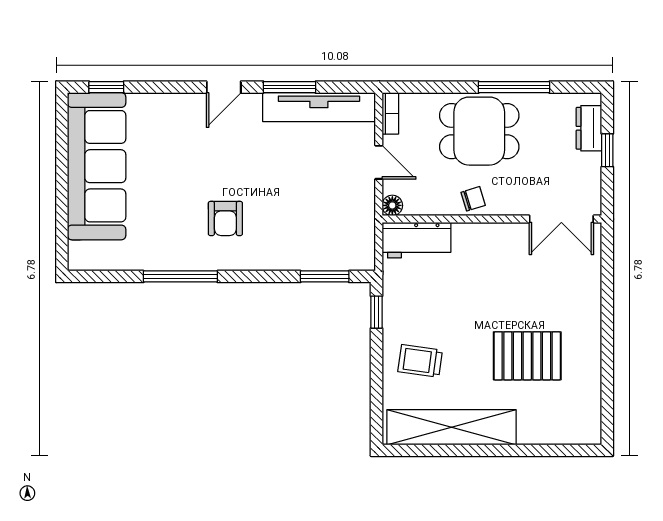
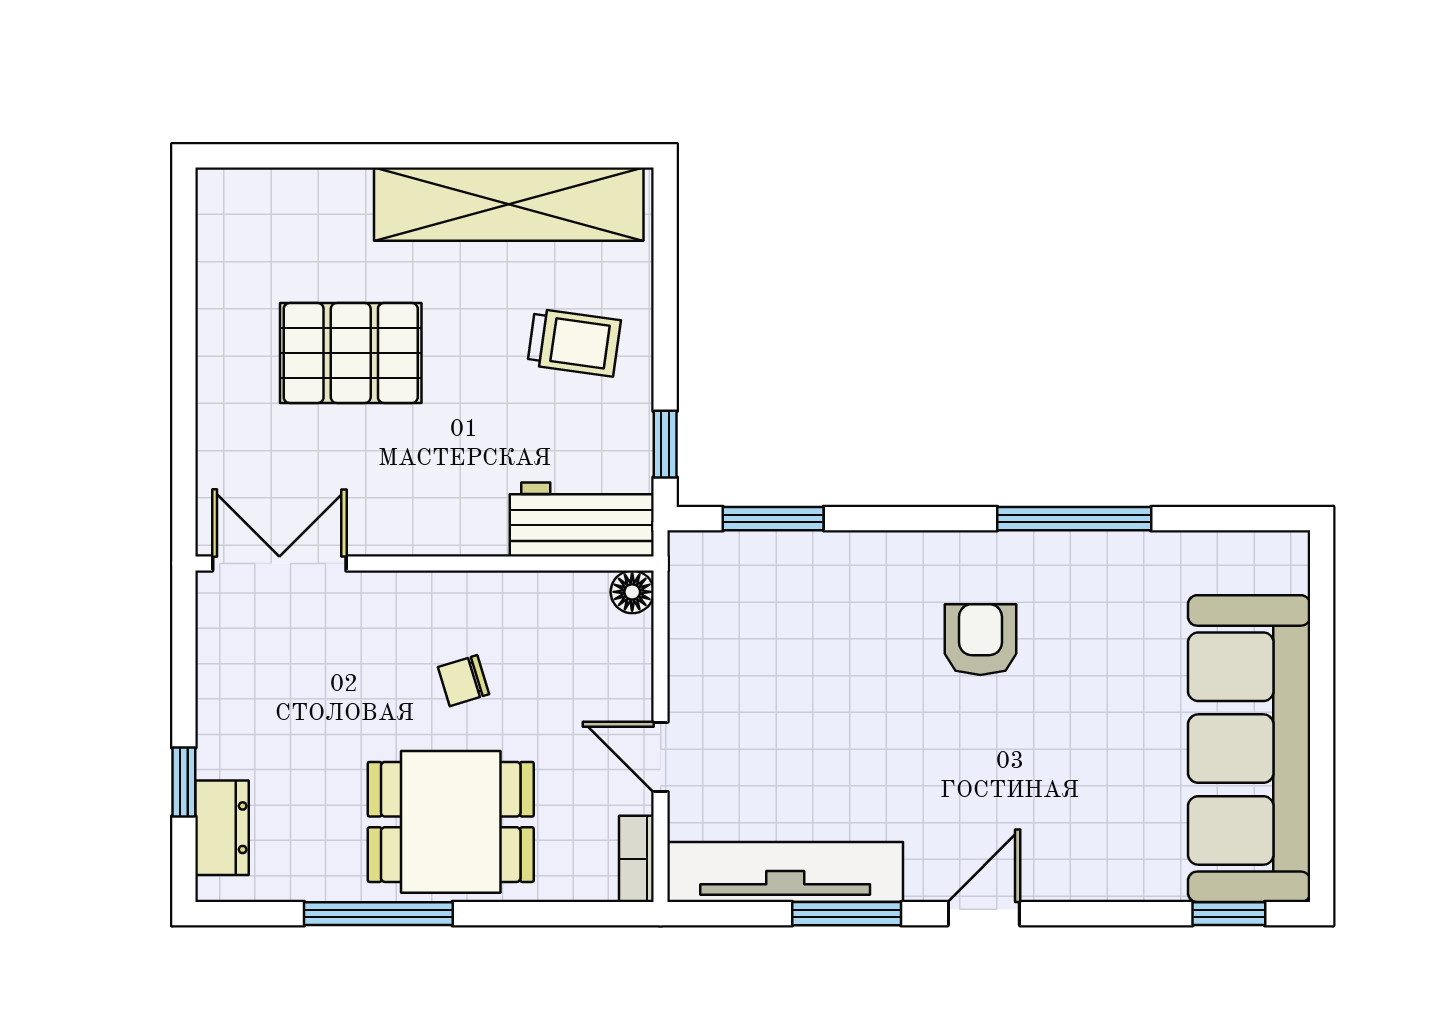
floor lamp: (392, 205) -> (632, 592), moved
wall: (492, 219) -> (424, 564), moved
double door: (561, 219) -> (279, 564), moved
workbench: (416, 240) -> (582, 519), moved

